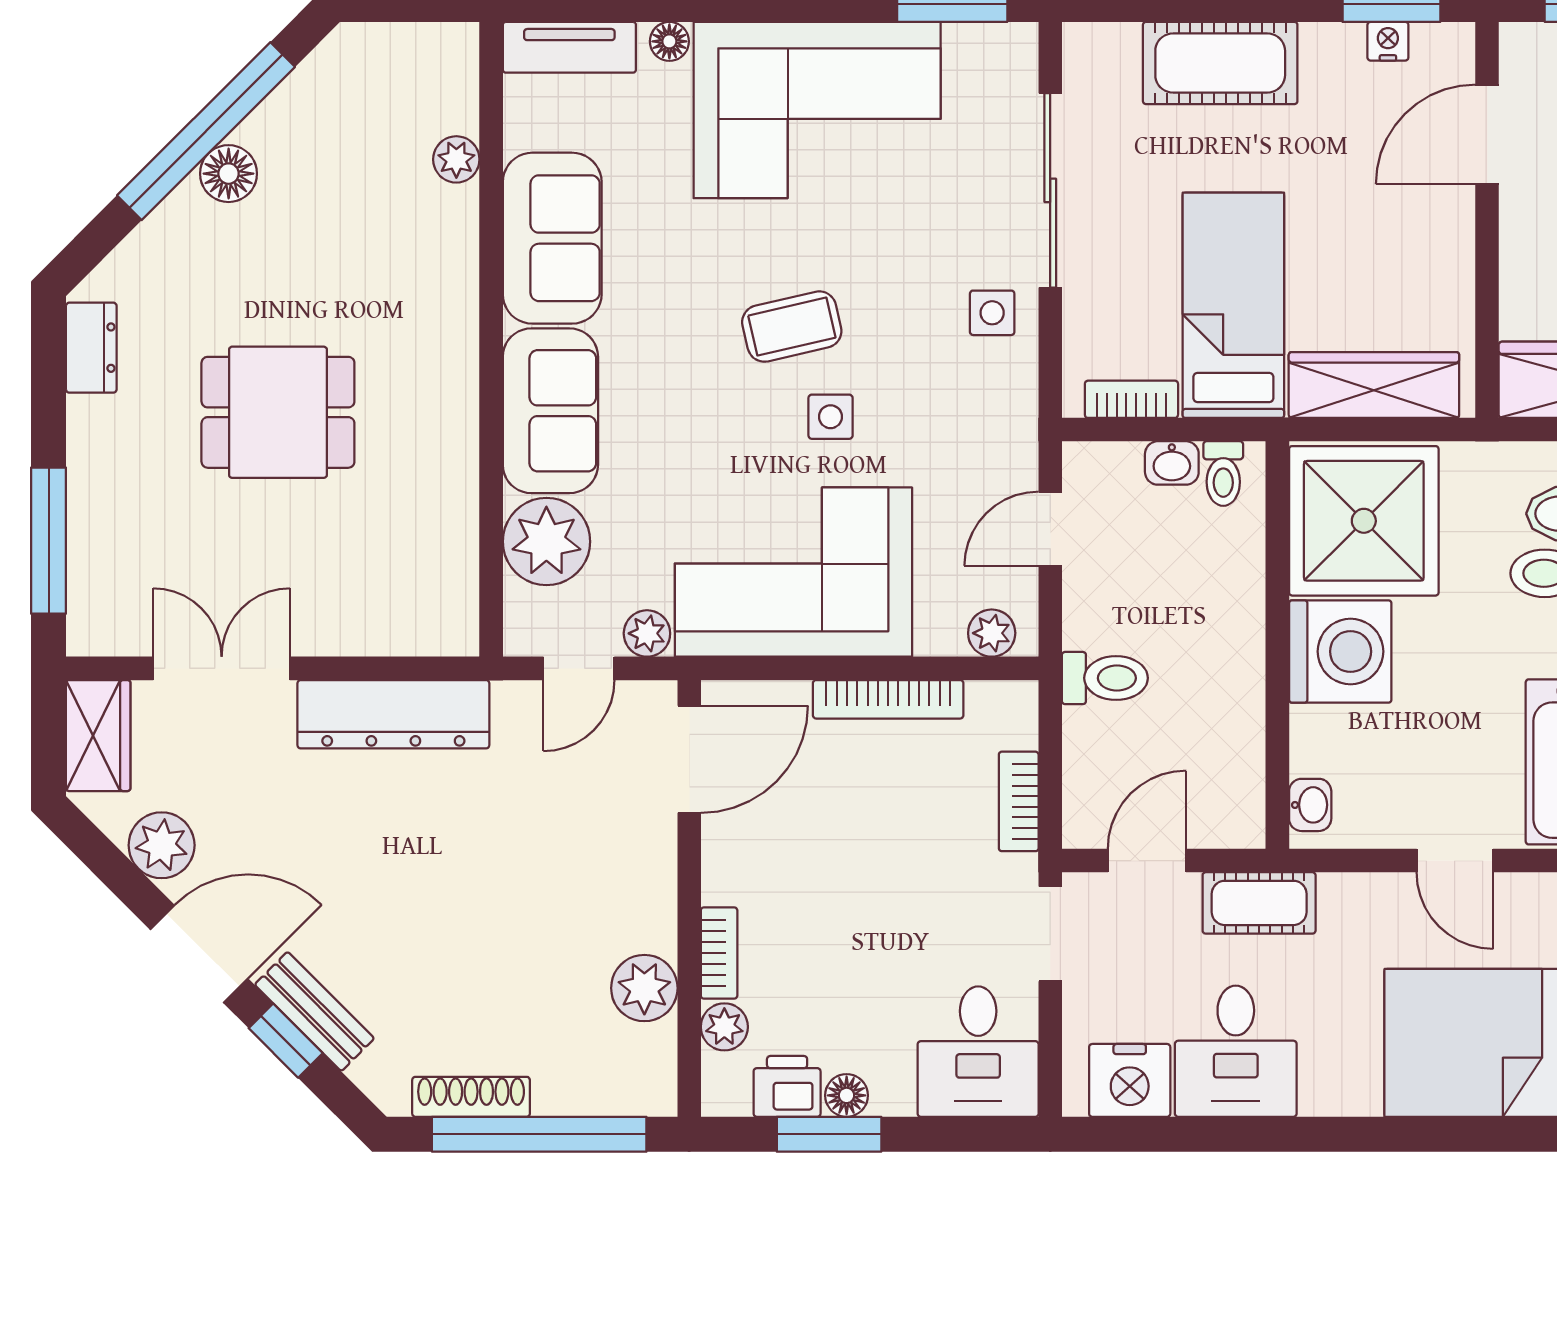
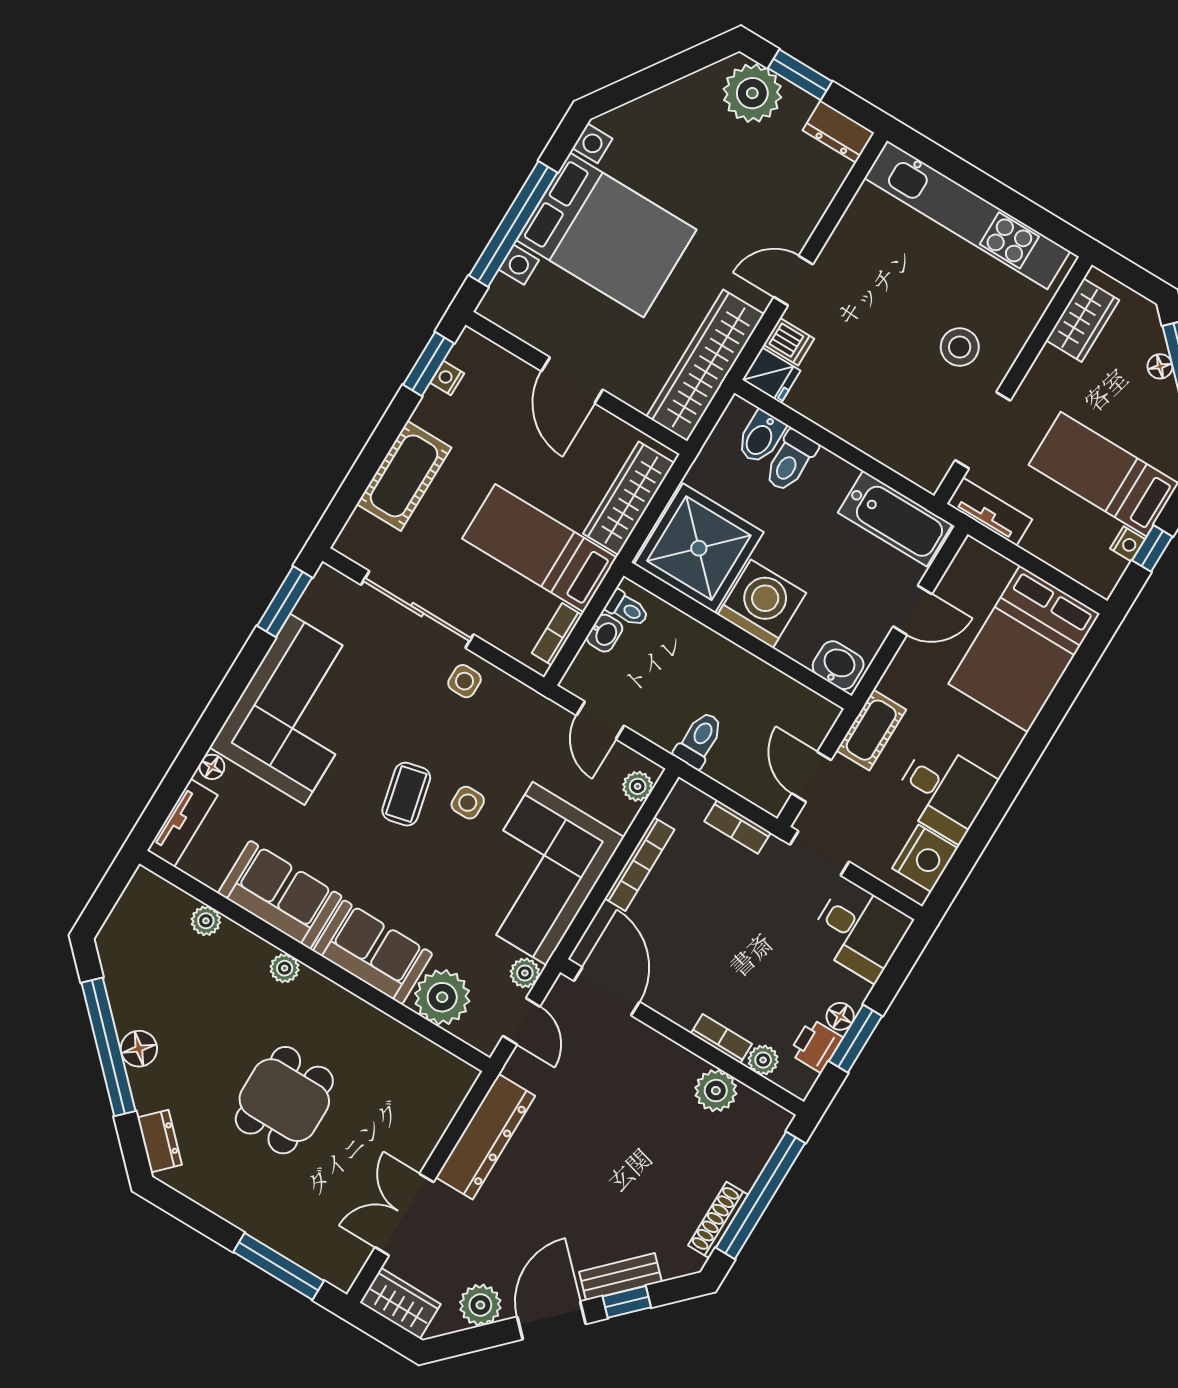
door: (1487, 134) -> (572, 380), moved
plant: (457, 305) -> (285, 968), added
dresser: (91, 348) -> (160, 1141), moved, turned 45
washbasin: (1310, 805) -> (838, 665), width x1.38, depth x1.45

